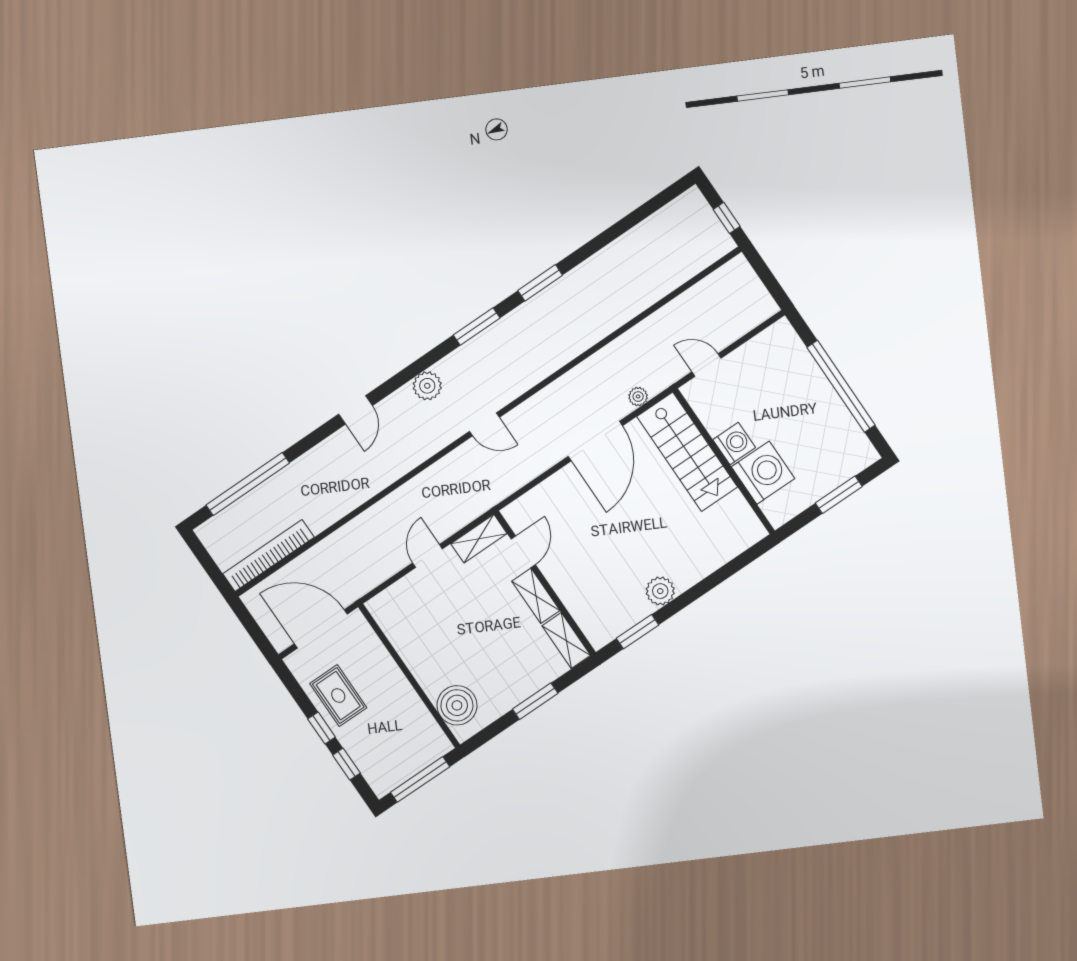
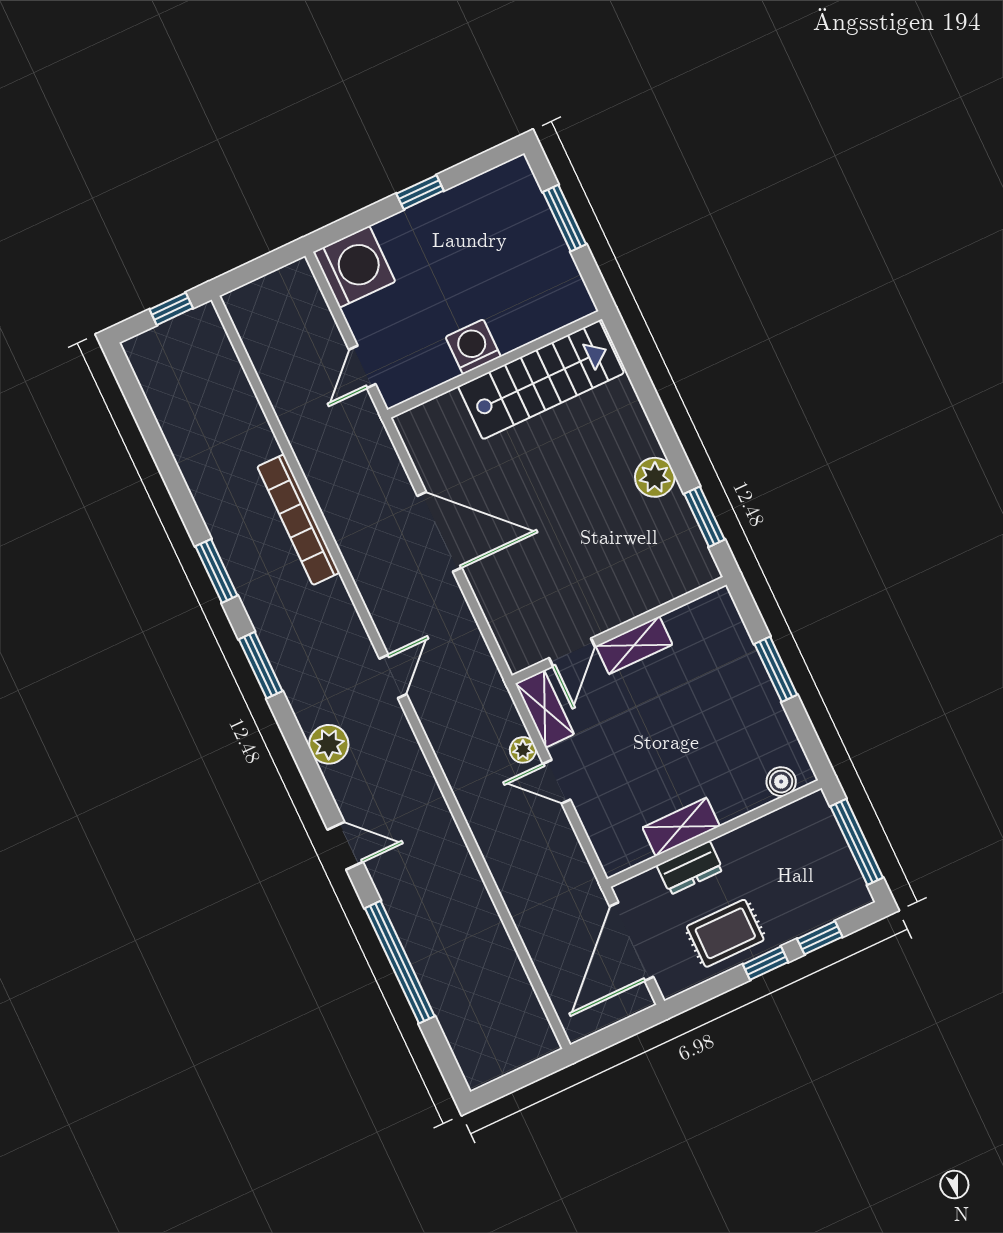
window: (841, 386) -> (420, 192), width x0.32
plant: (638, 397) -> (523, 750), moved
stairs: (687, 452) -> (541, 380), moved
washing machine: (763, 473) -> (354, 267), moved, turned 90
window: (248, 484) -> (400, 962), moved
door: (523, 552) -> (572, 652), swing flipped
bookcase: (268, 556) -> (298, 520), moved
shelving: (566, 640) -> (681, 827), moved
dresser: (381, 662) -> (690, 868), added
boiler: (457, 705) -> (781, 782), width x0.54, depth x0.54

